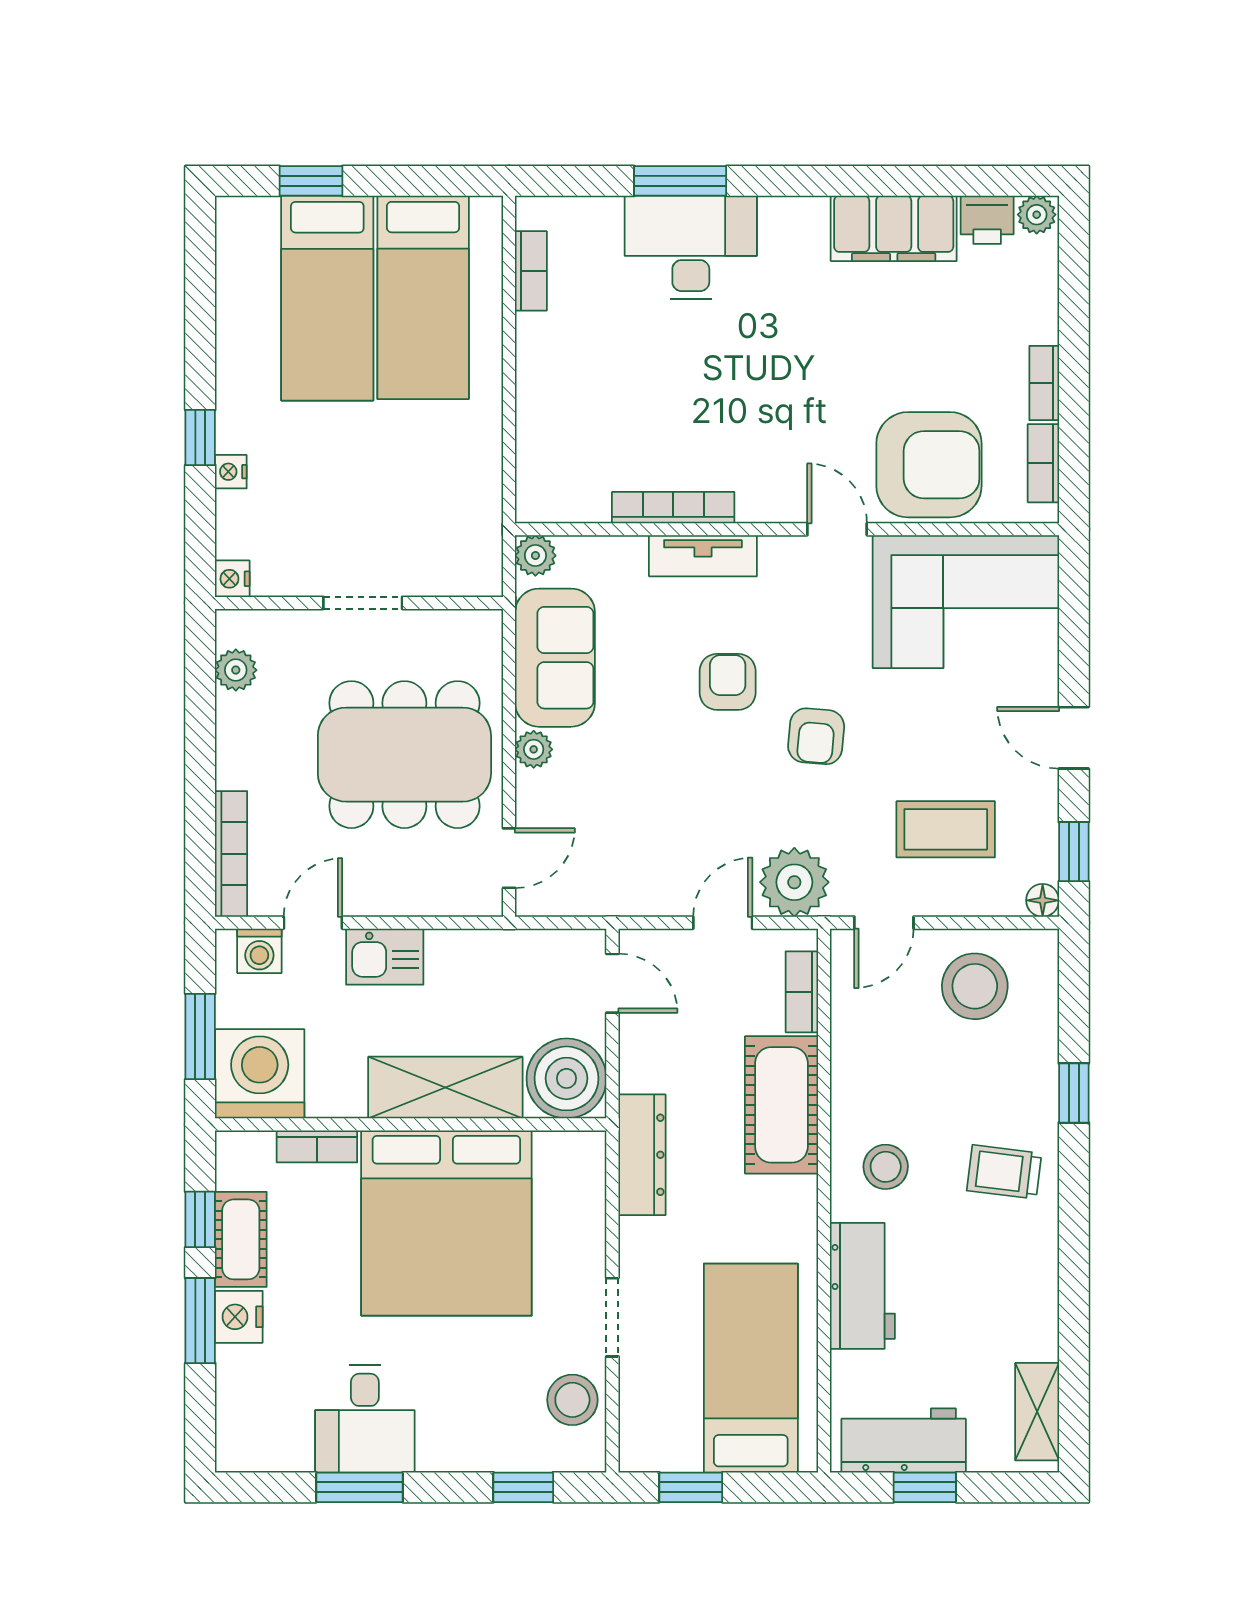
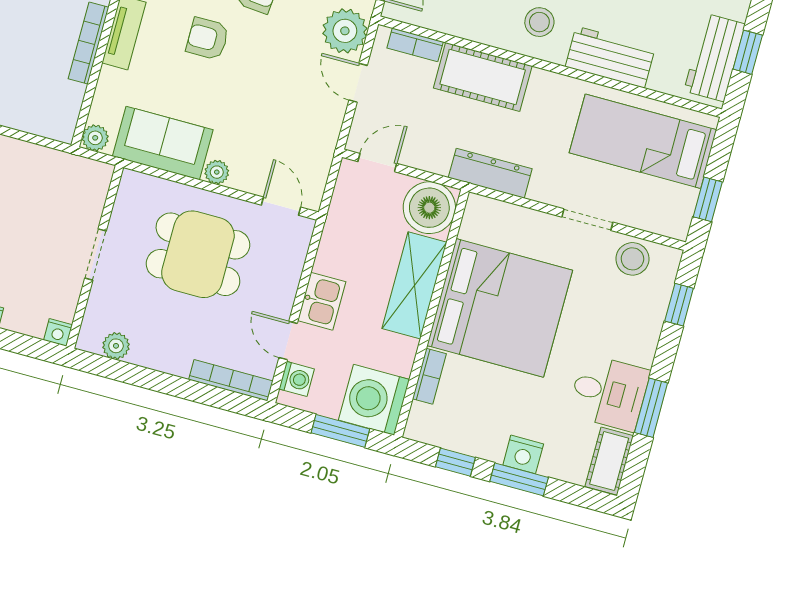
dining table: (404, 755) -> (198, 254), width x0.73
cot: (241, 1239) -> (609, 461), moved, turned 90

